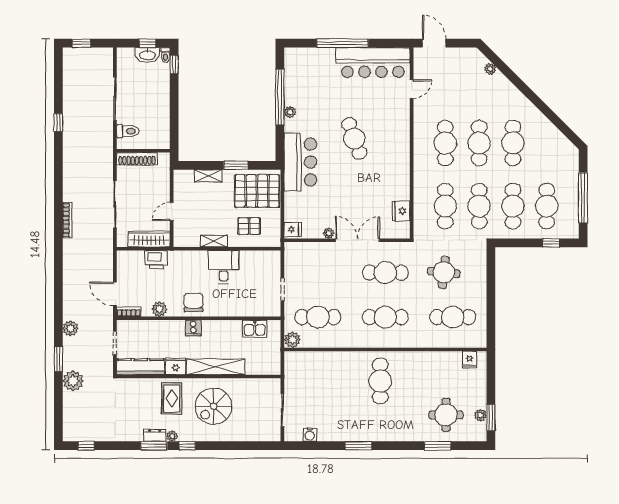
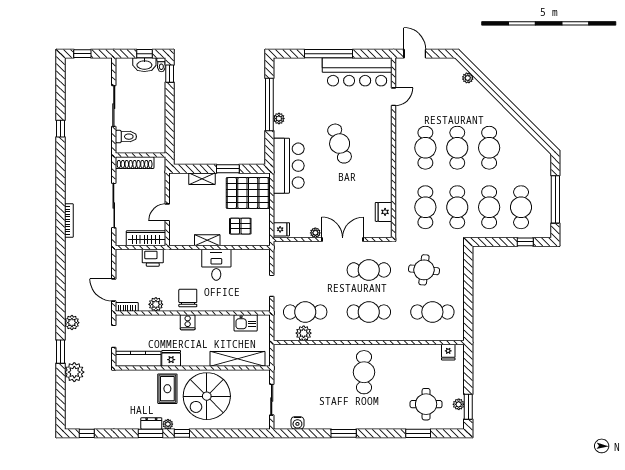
plant: (292, 340) -> (304, 333), moved
shelving: (216, 367) -> (237, 359), moved
spiral stairs: (213, 406) -> (207, 396), width x1.37, depth x1.37

